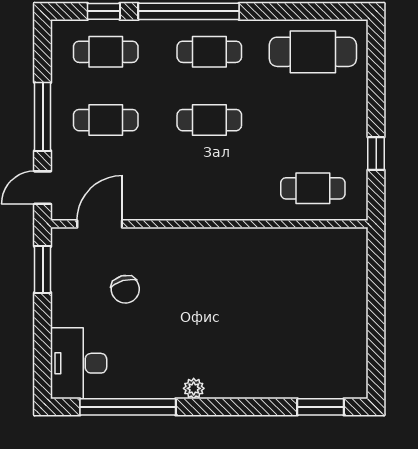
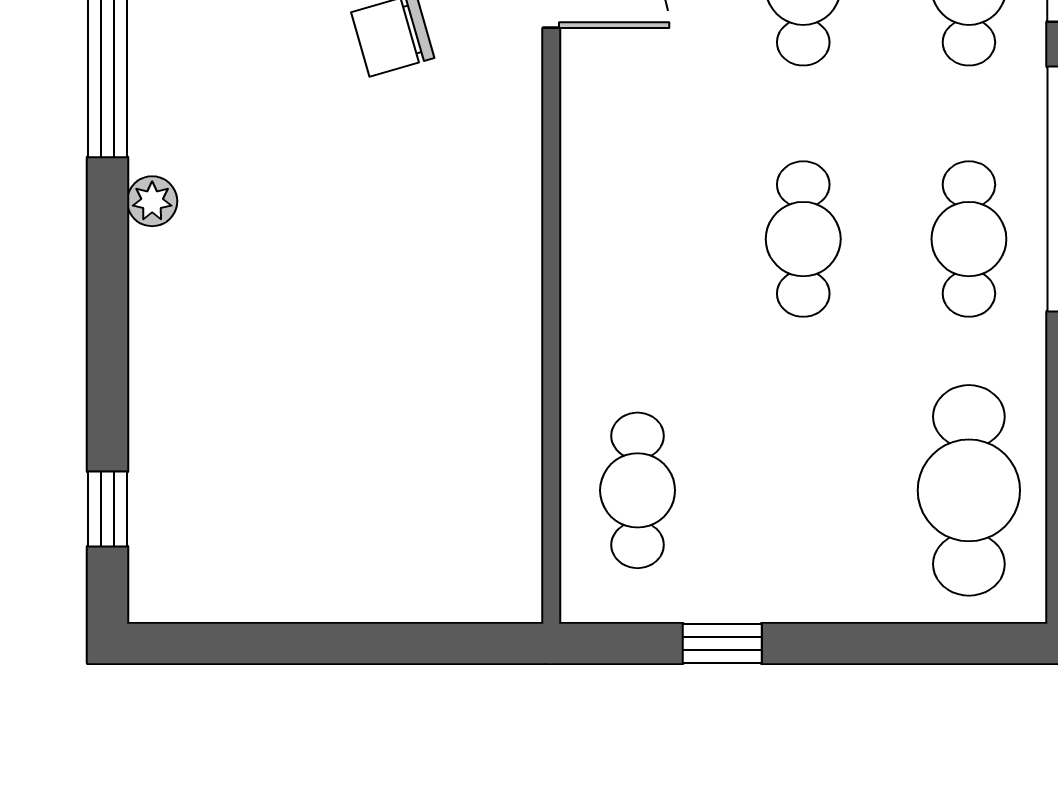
window: (321, 407) -> (107, 509), width x0.67

